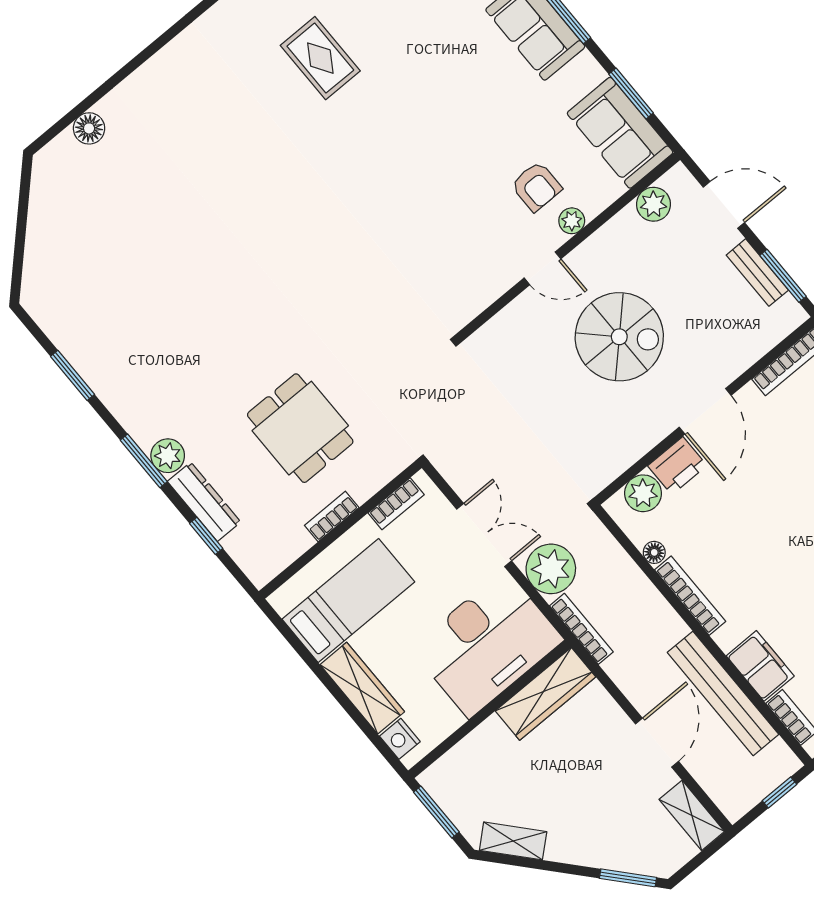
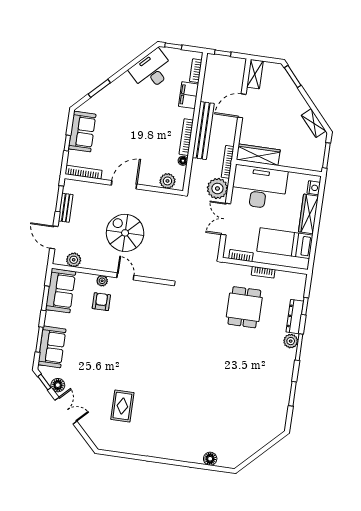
printer: (677, 466) -> (149, 178), removed
bench: (723, 693) -> (203, 131), moved

